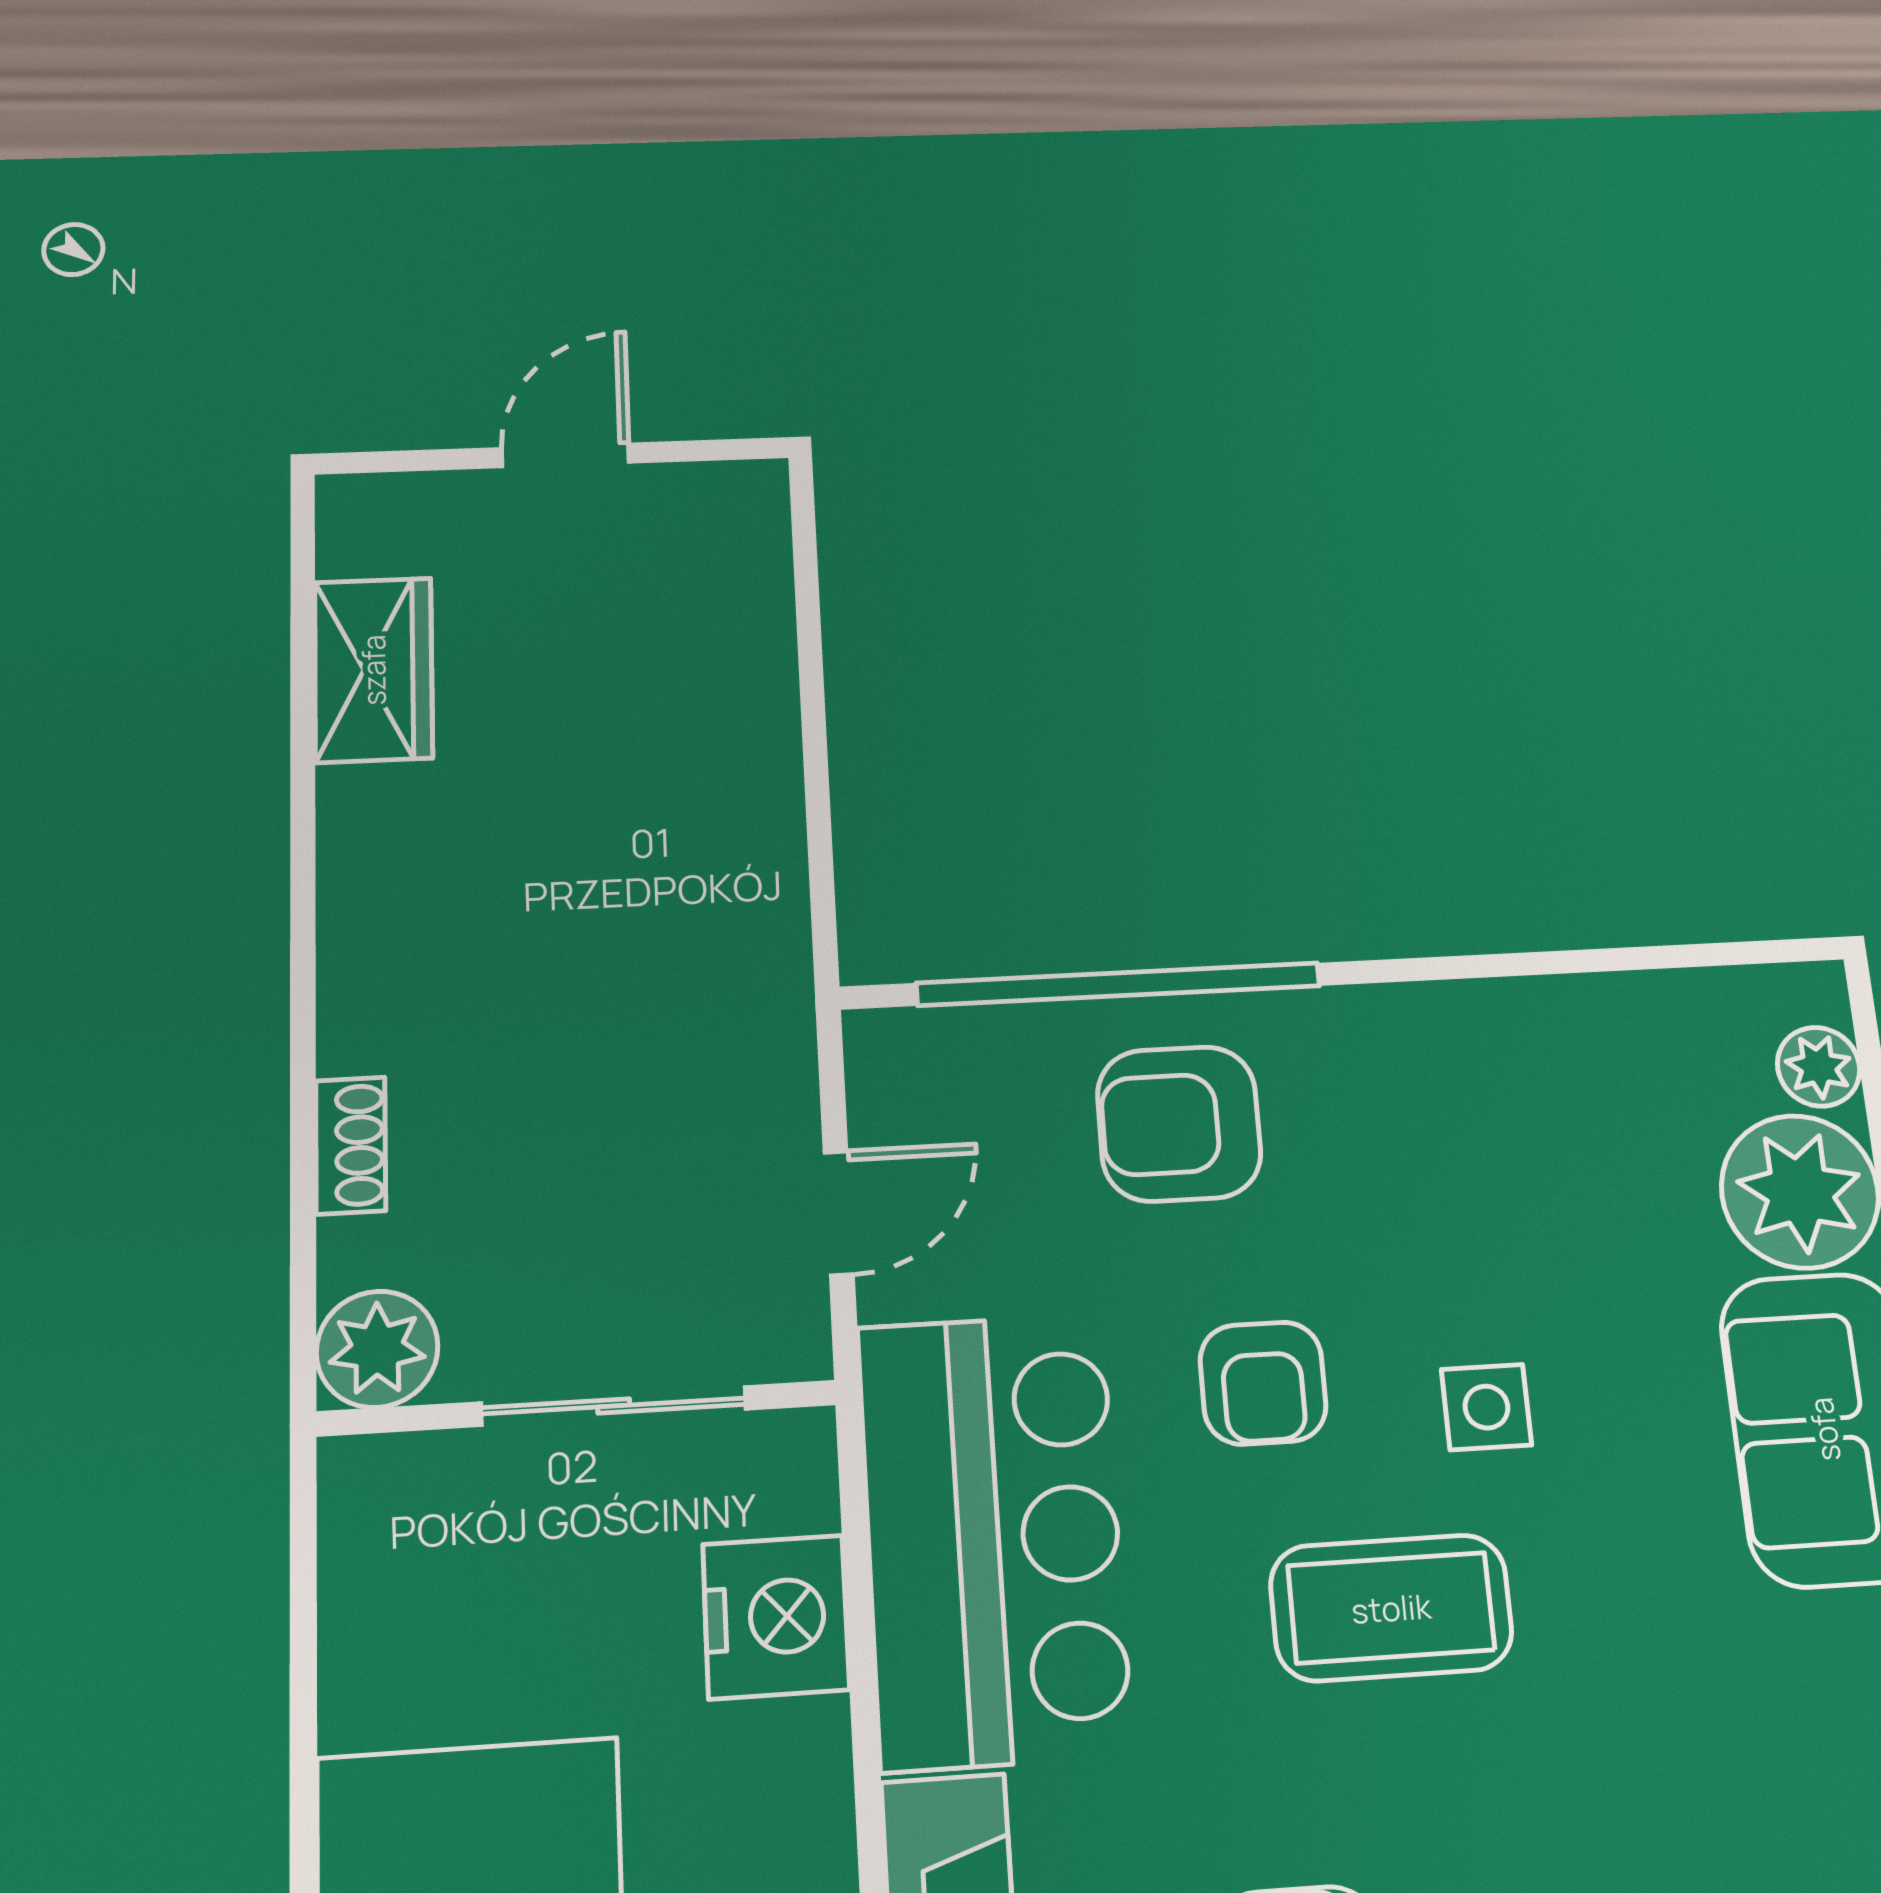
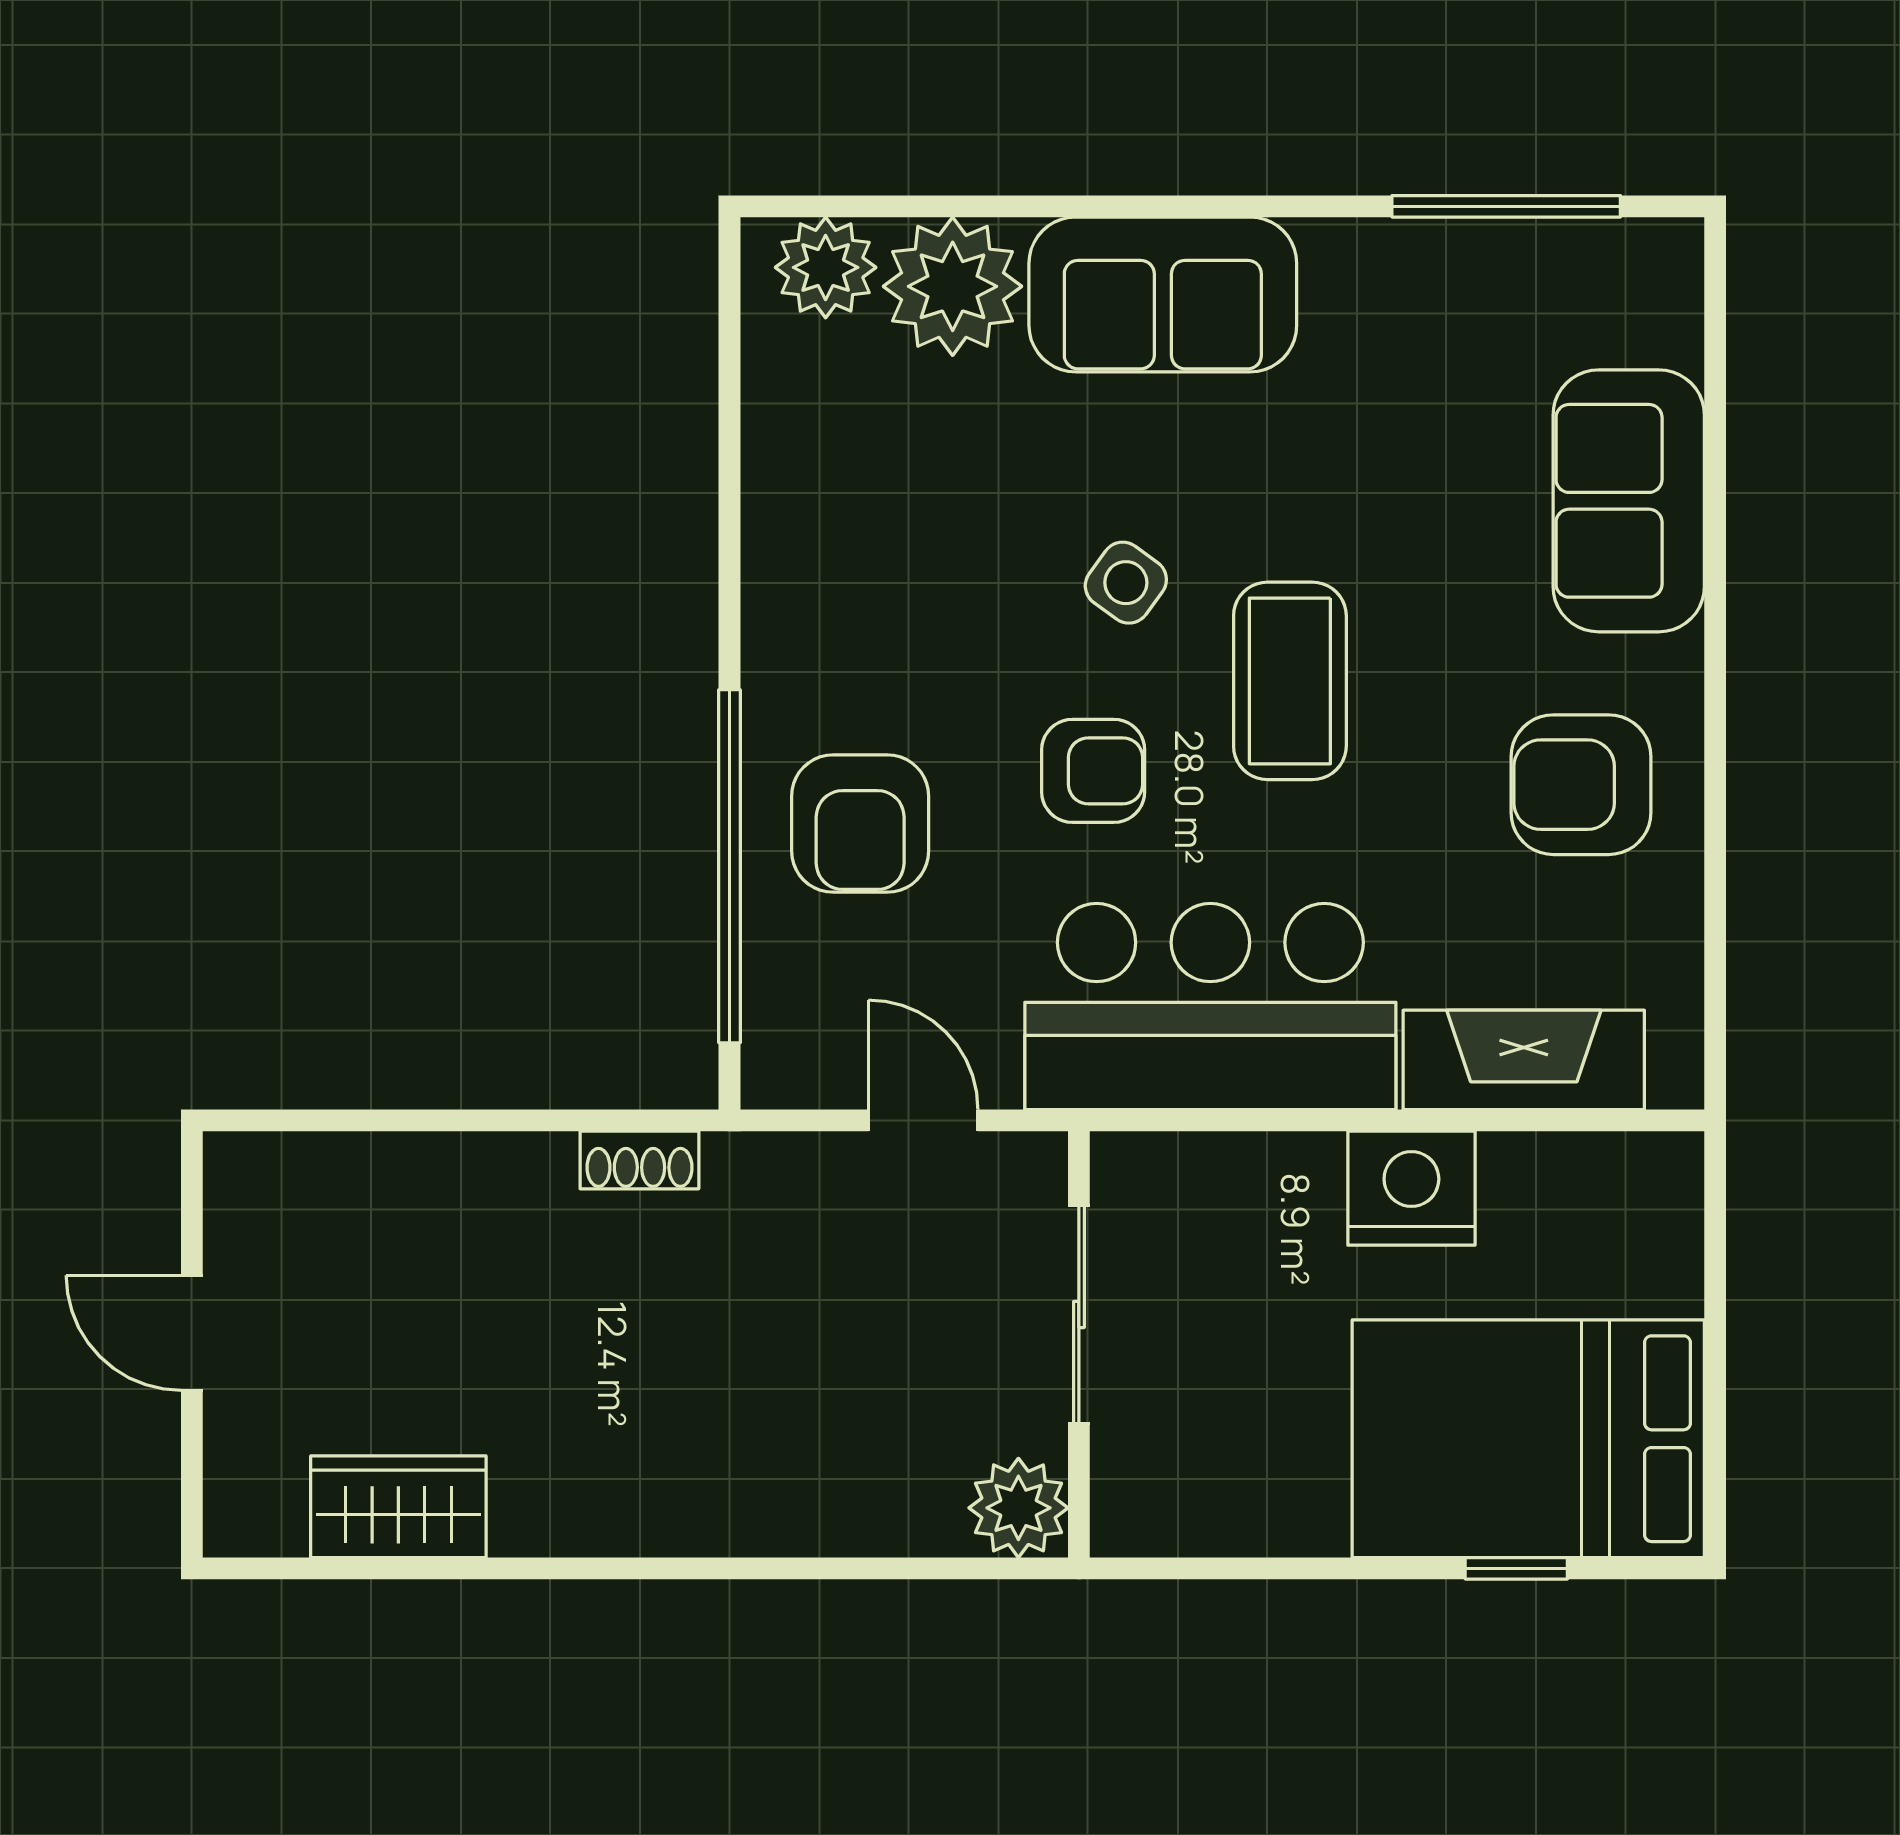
plant: (1819, 1067) -> (826, 267), width x1.38, depth x1.38
shoe rack: (351, 1145) -> (639, 1160), moved, turned 180
side table: (1486, 1407) -> (1126, 583), turned 36
nightstand: (776, 1617) -> (1411, 1188), moved

